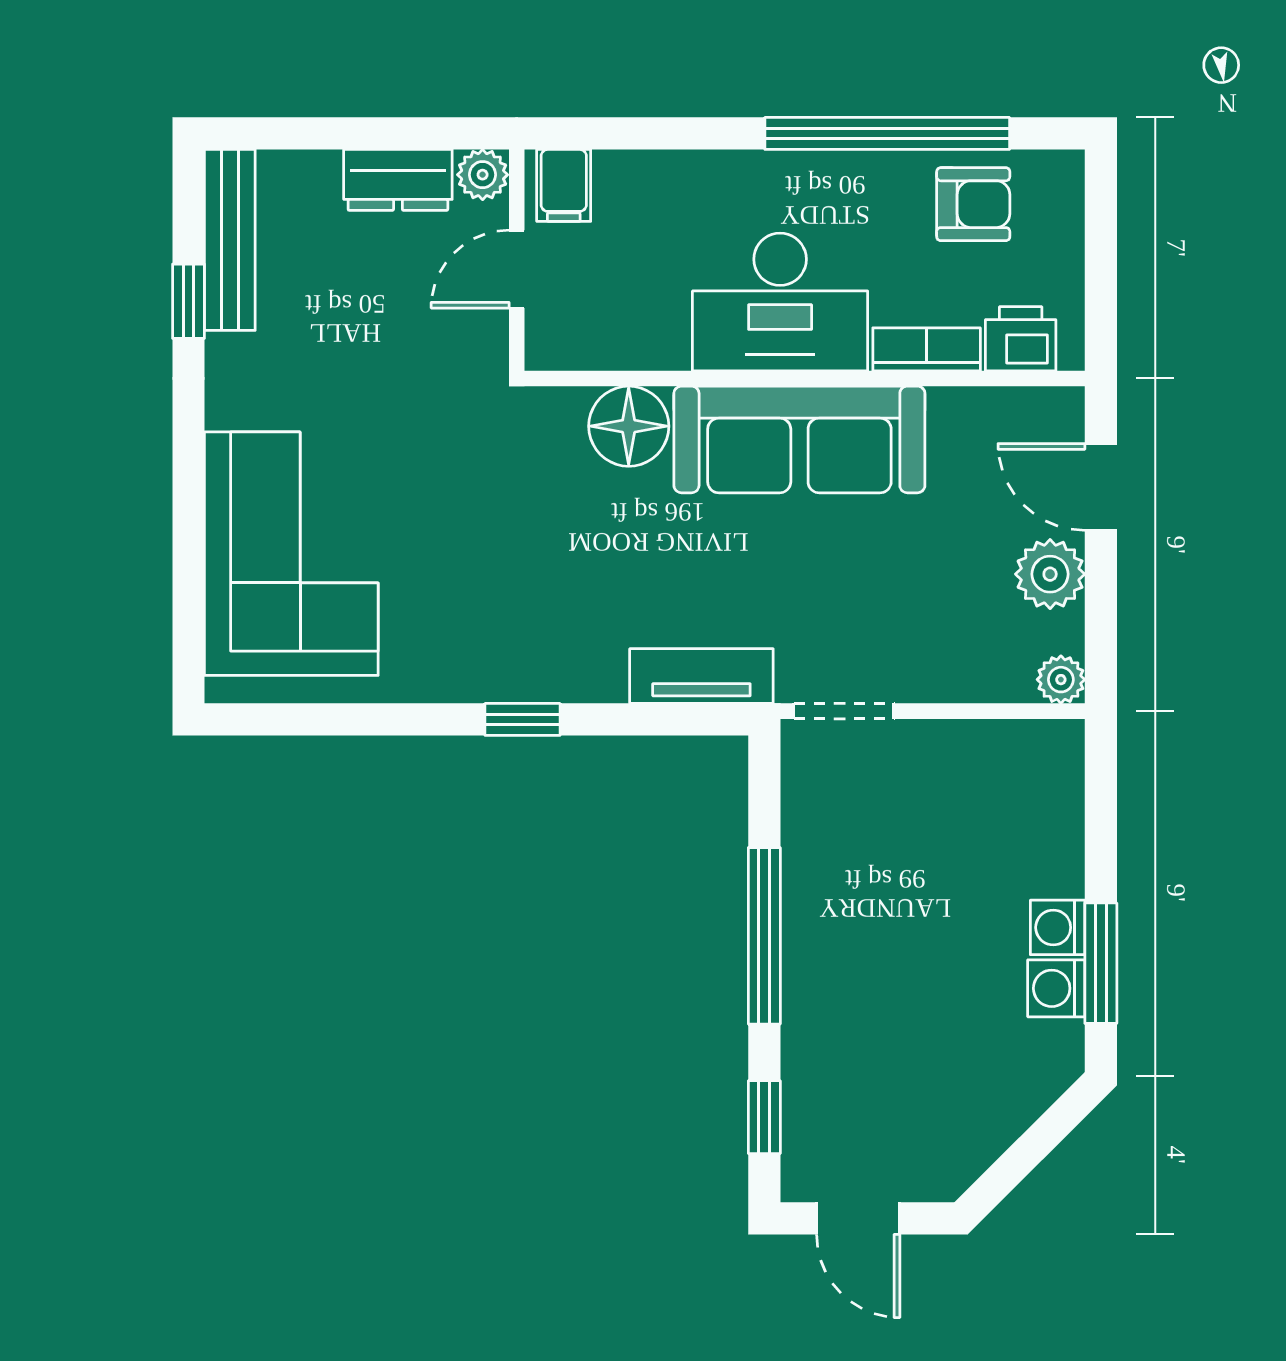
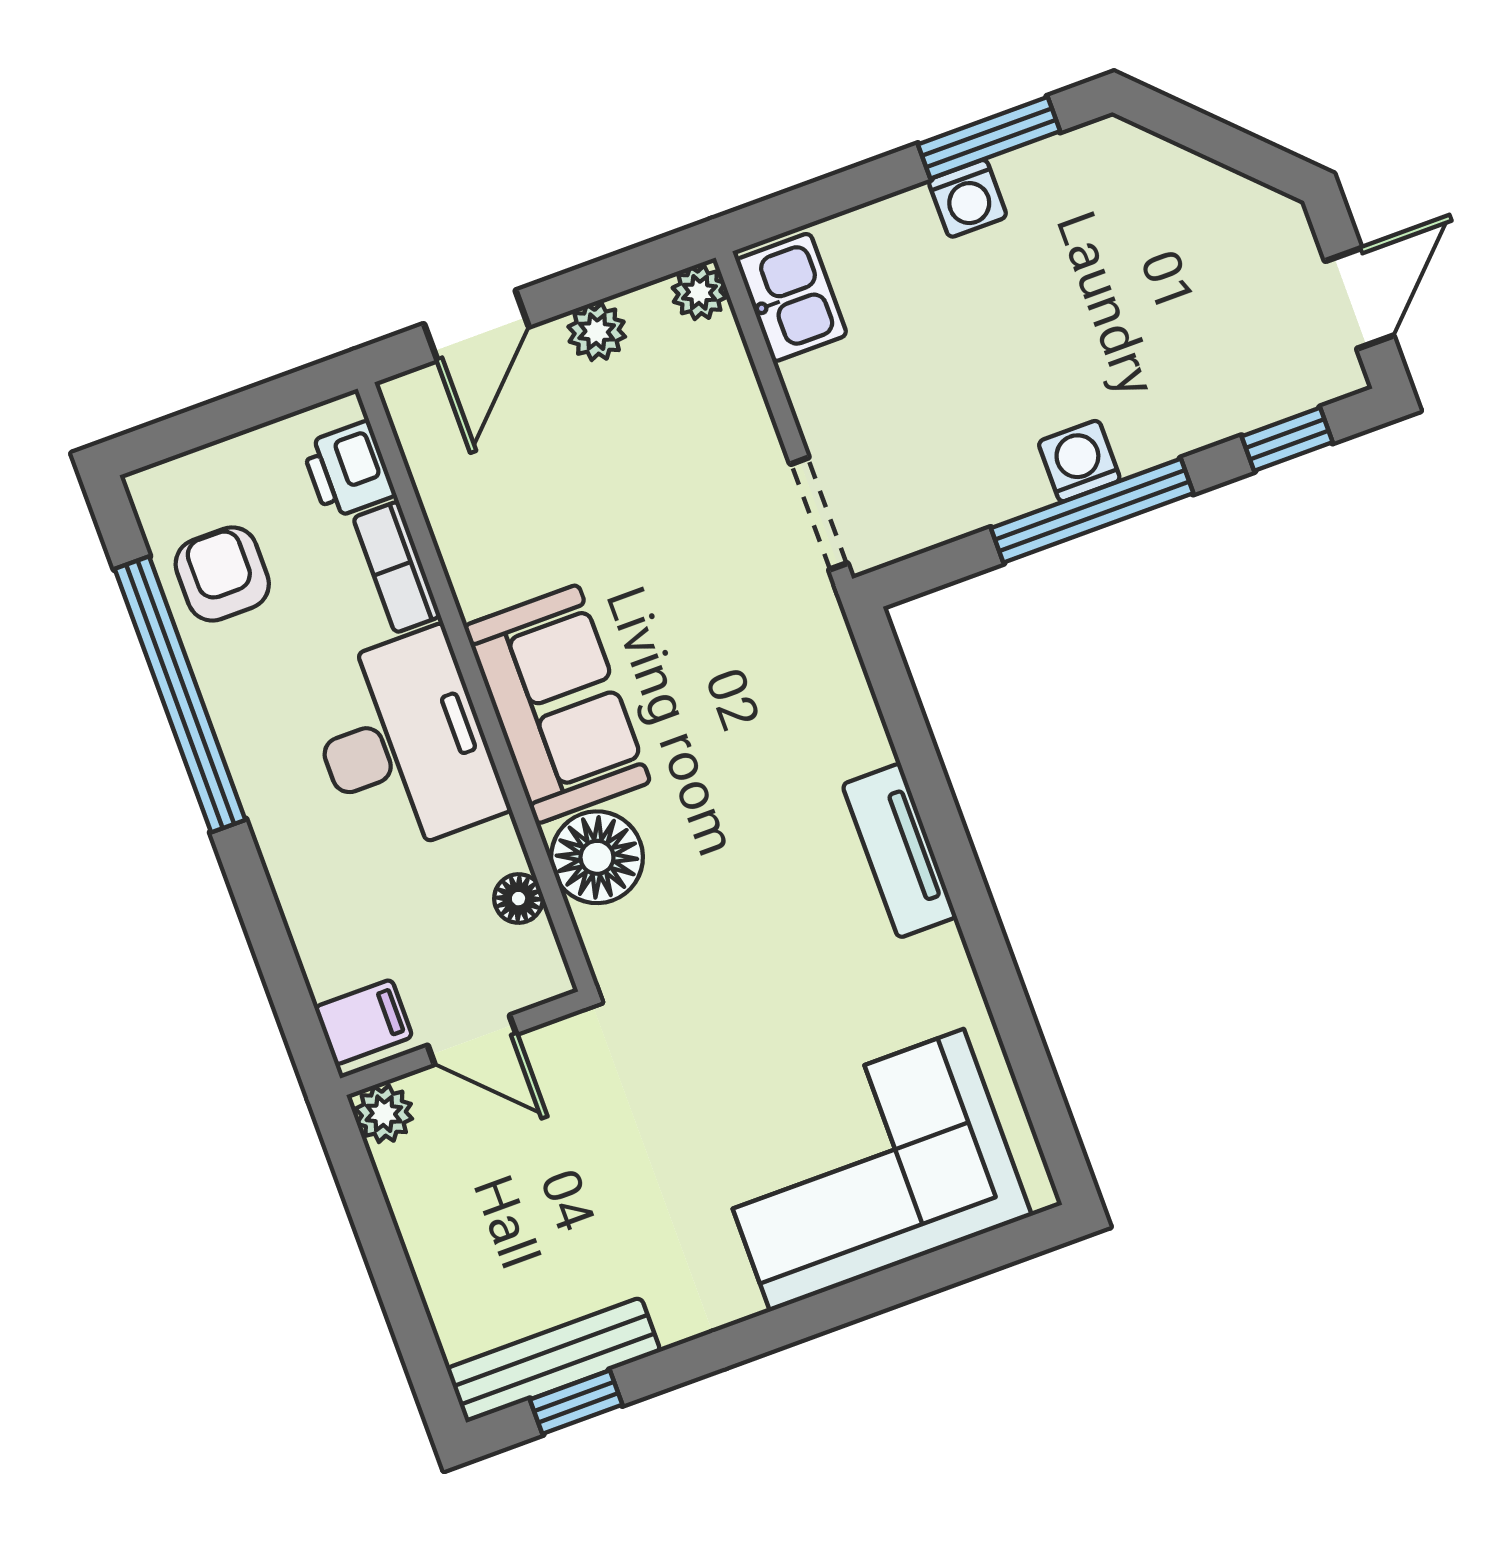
dresser: (398, 180) -> (423, 1203), removed
window: (188, 301) -> (576, 1402), moved
floor lamp: (618, 350) -> (519, 899), added
sofa: (799, 439) -> (557, 704), width x0.73
plant: (1050, 574) -> (597, 332), width x0.73, depth x0.73
tv unit: (701, 676) -> (899, 851), moved
window: (523, 719) -> (954, 856), removed
kitchen sink: (1029, 753) -> (791, 297), added
washing machine: (1056, 988) -> (1079, 461), moved, turned 180

